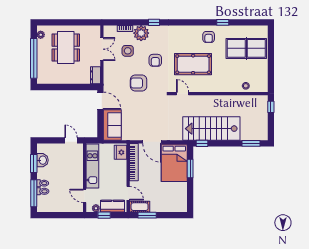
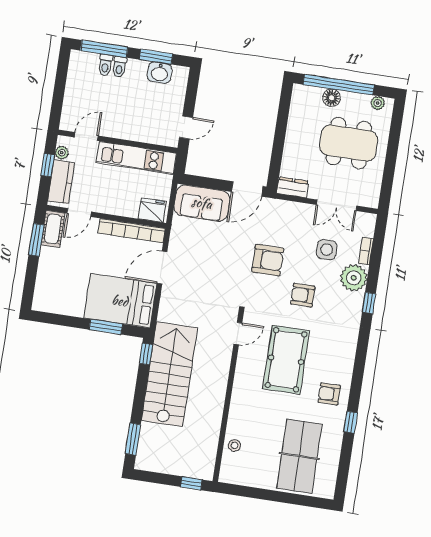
floor lamp: (42, 61) -> (332, 98), added
armchair: (139, 83) -> (268, 260), turned 90

